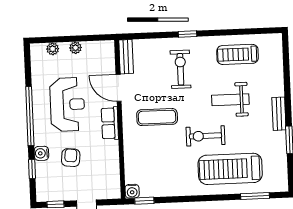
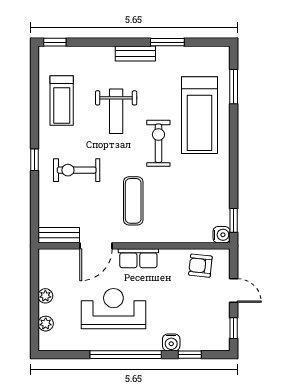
window: (285, 47) -> (55, 42), added
exercise bike: (206, 136) -> (158, 143), turned 180
armchair: (71, 158) -> (200, 266), moved

